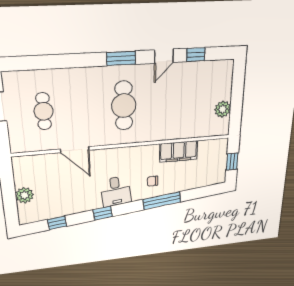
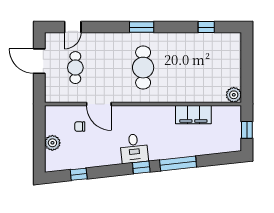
door: (164, 56) -> (73, 27), moved
plant: (223, 109) -> (234, 95), moved
chair: (153, 181) -> (80, 127), moved
window: (103, 213) -> (141, 167), moved

